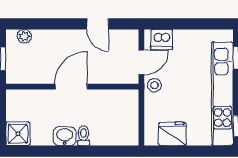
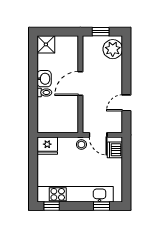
plant: (24, 36) -> (113, 49), width x1.88, depth x1.88
door: (71, 87) -> (80, 83), swing flipped
fridge: (172, 134) -> (47, 146), moved, turned 90

